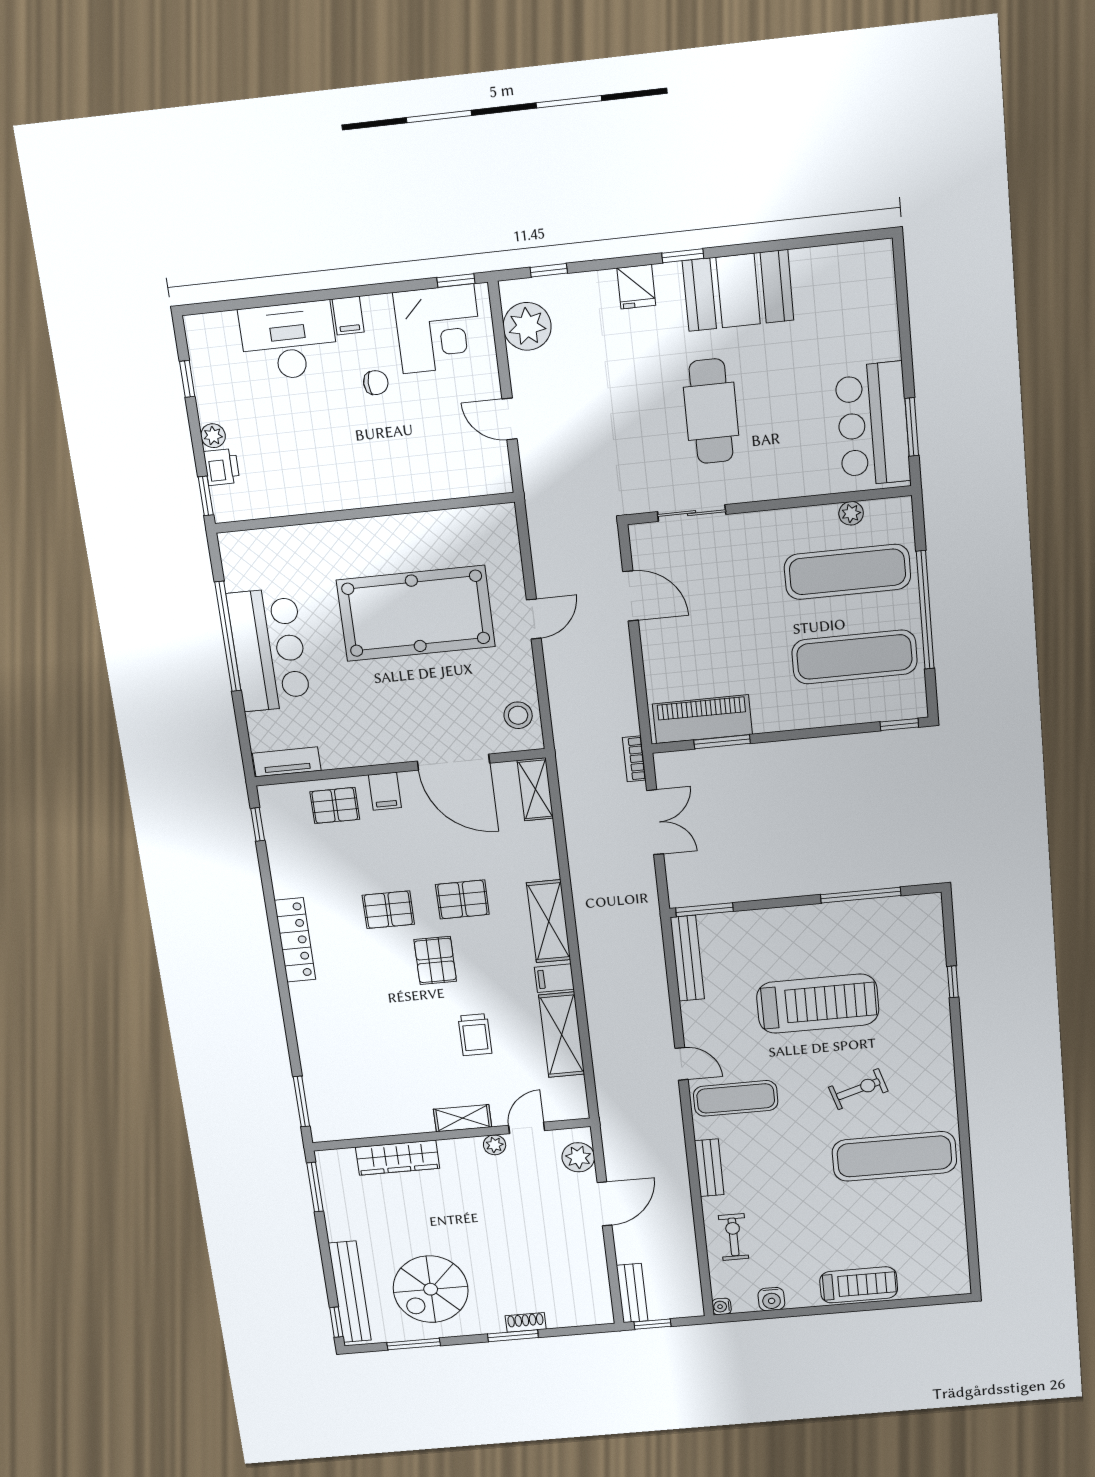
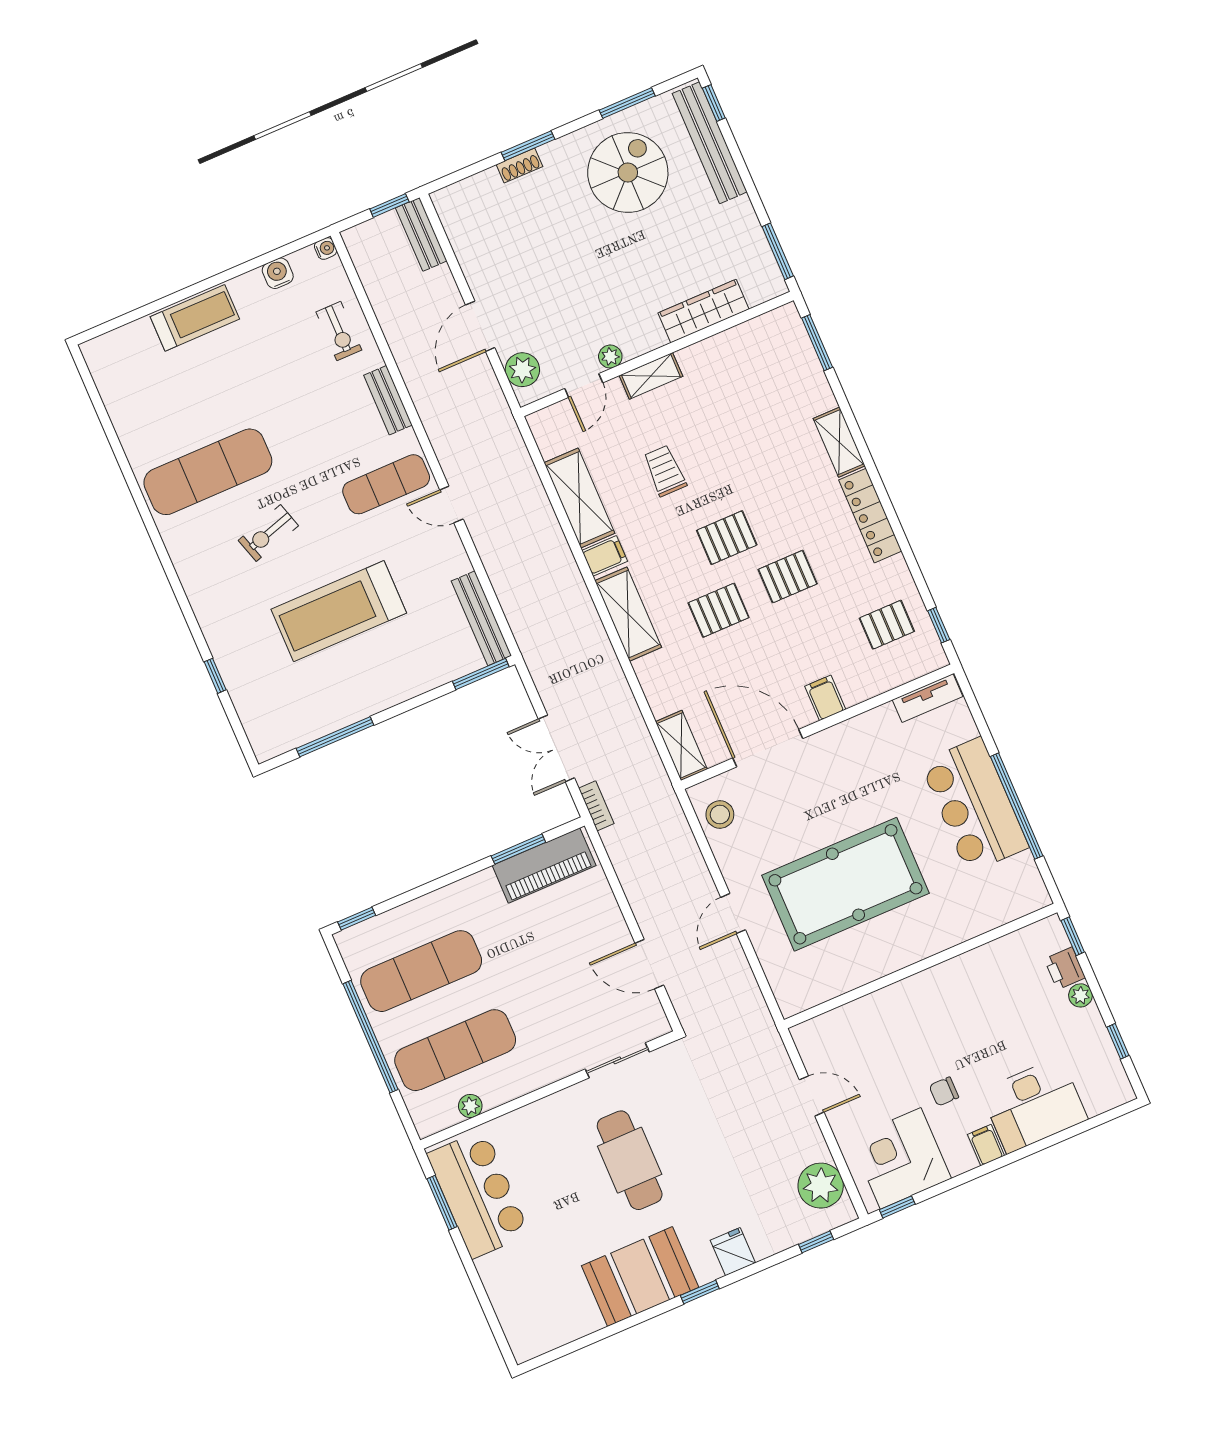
pallet: (335, 805) -> (887, 625), moved
pallet: (435, 960) -> (727, 538), turned 90
shelving: (306, 1012) -> (839, 442), added
treadmill: (859, 1285) -> (195, 318), turned 180

